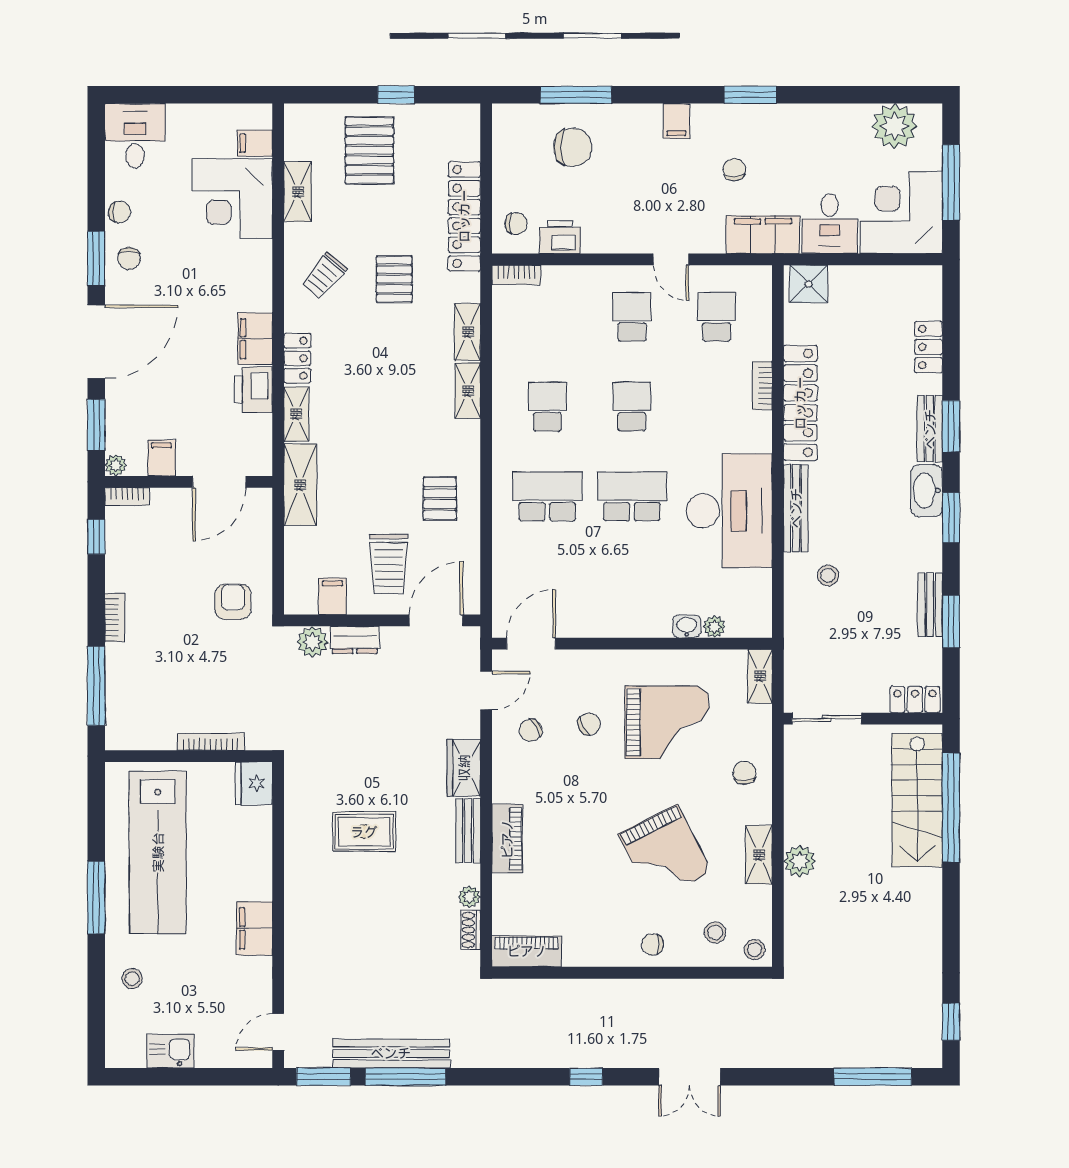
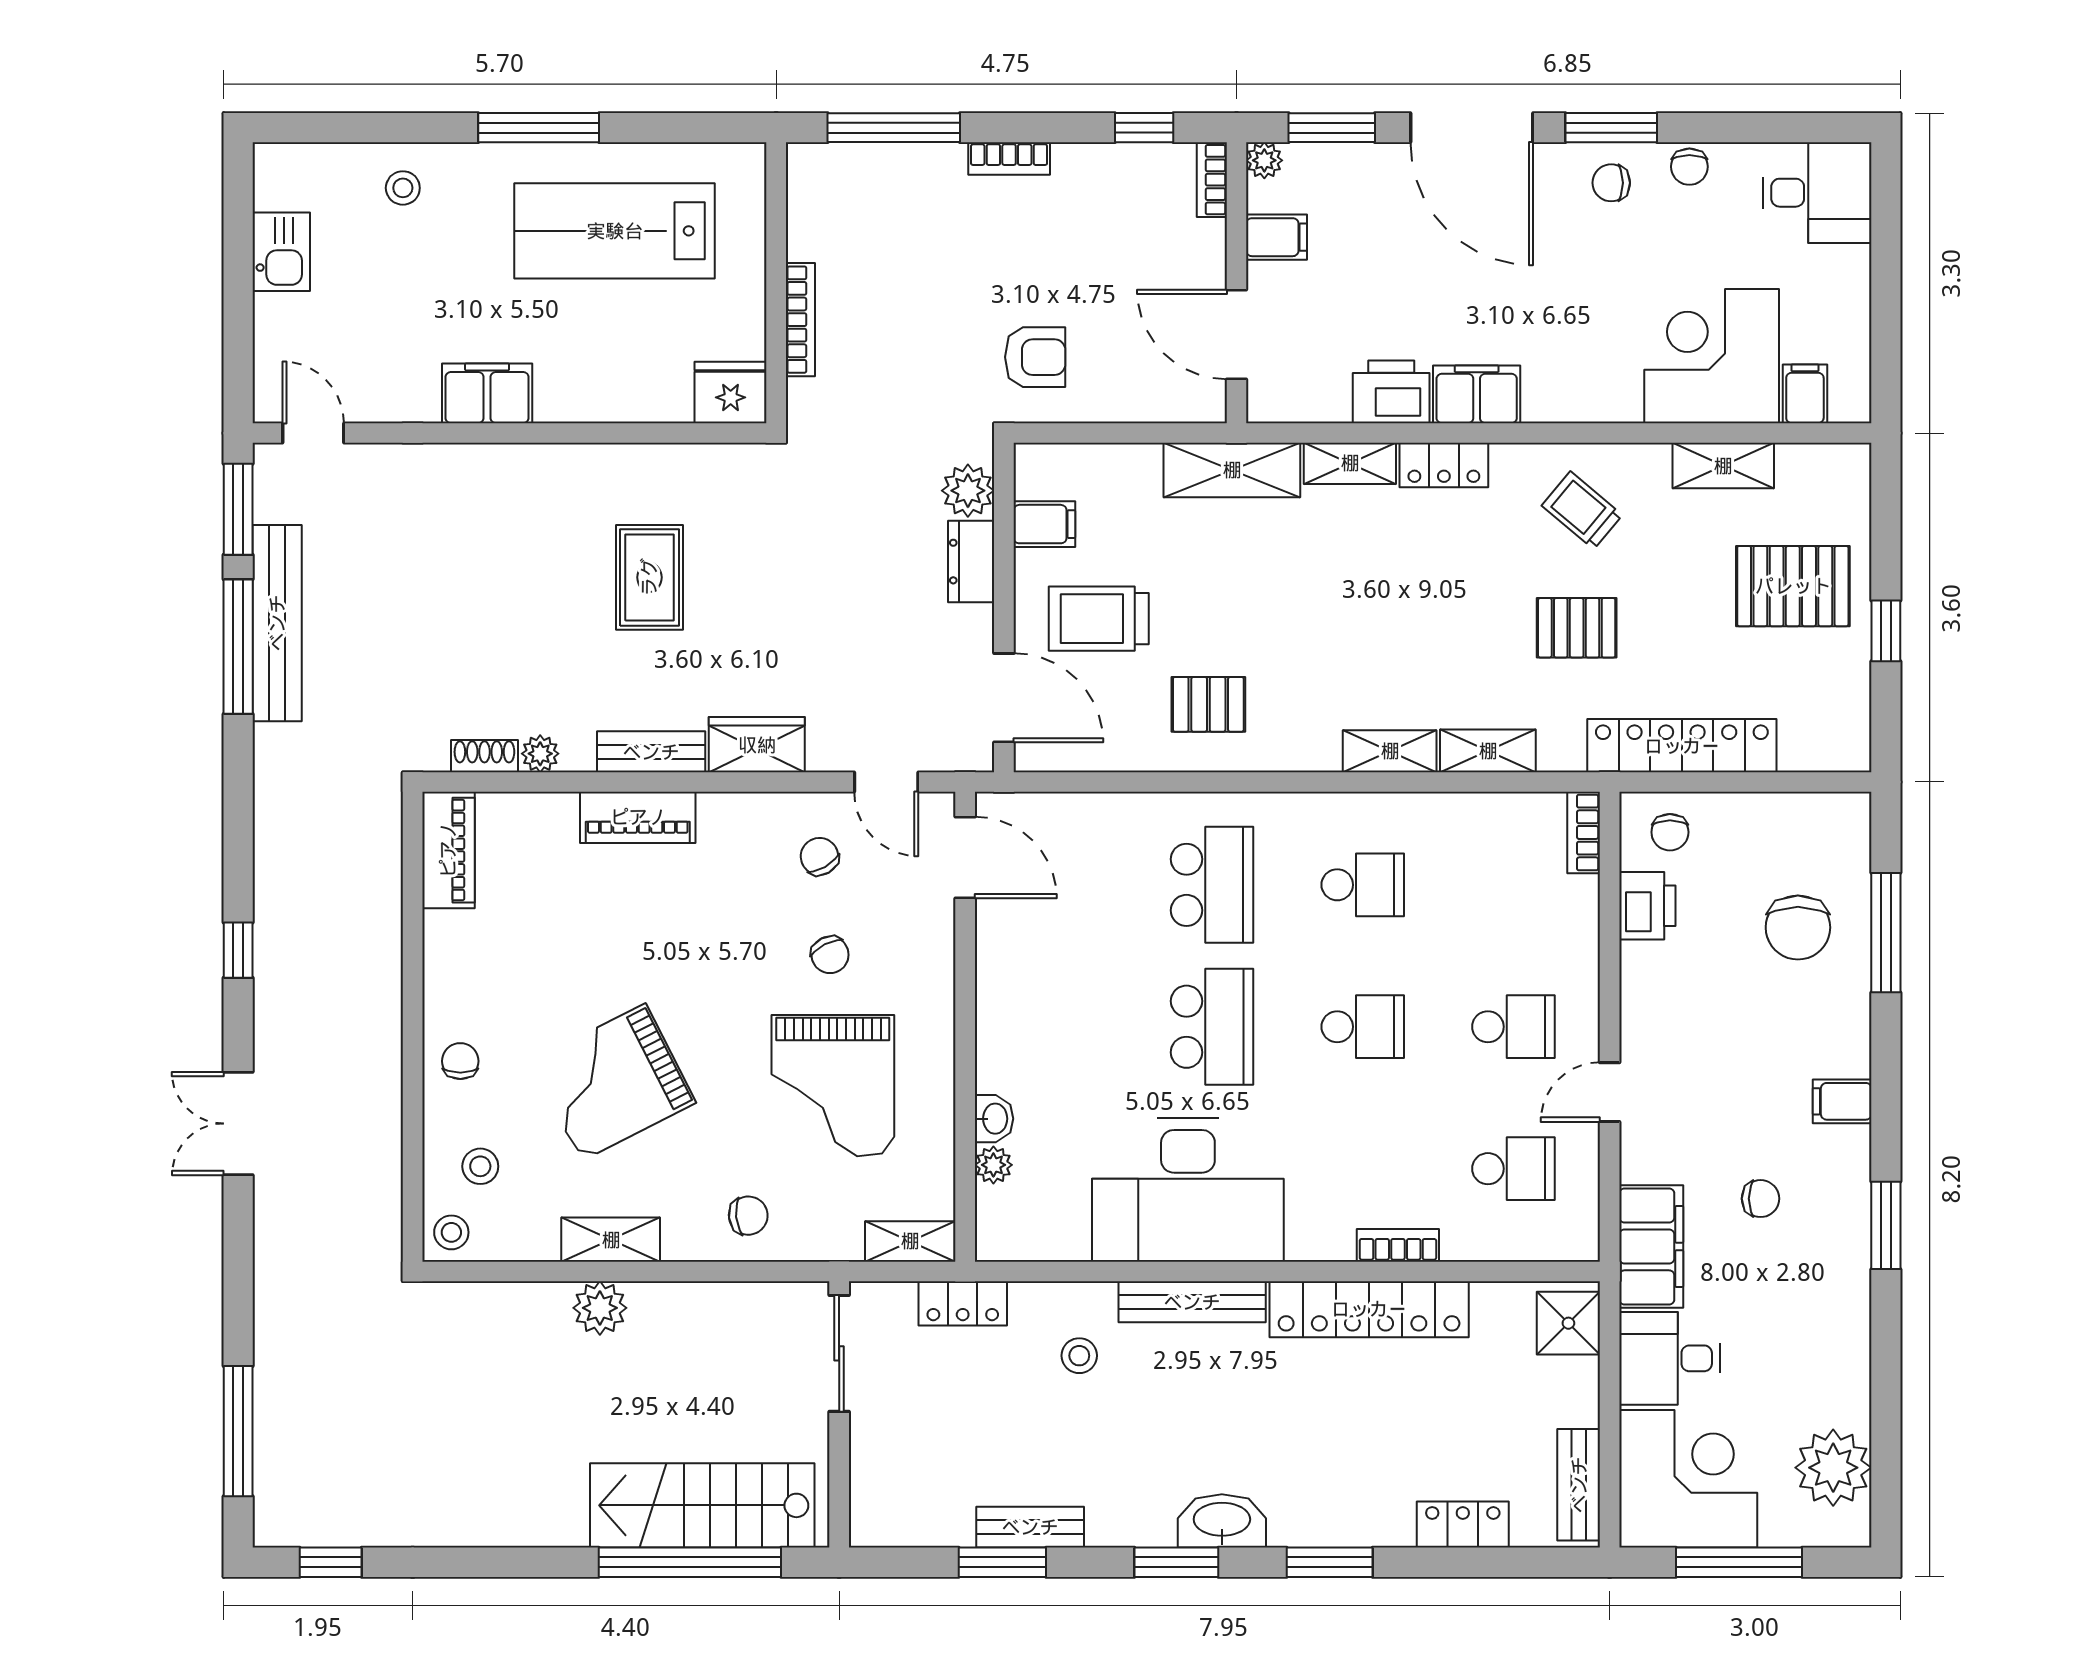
bench: (930, 429) -> (1579, 1485), moved, turned 90
locker: (915, 700) -> (963, 1303), moved, turned 90
lab bench: (158, 852) -> (615, 231), width x0.73

